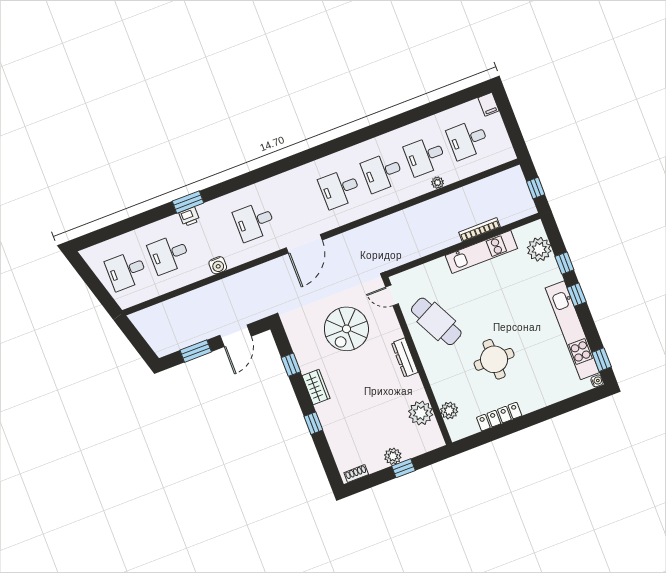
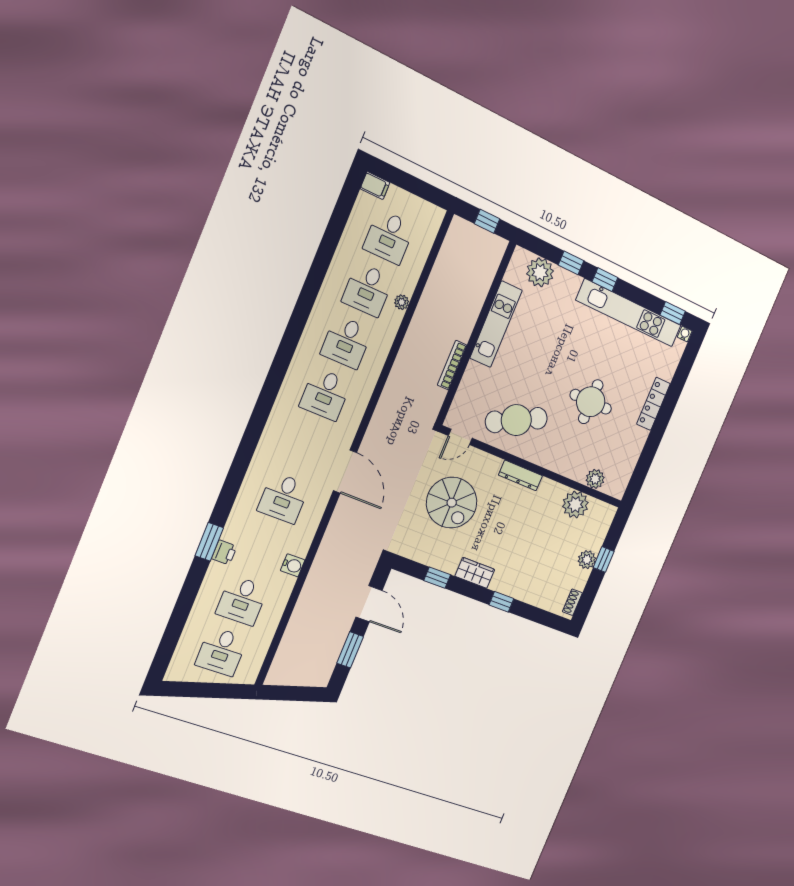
bookcase: (480, 230) -> (452, 365), moved
locker: (499, 417) -> (653, 404), moved

